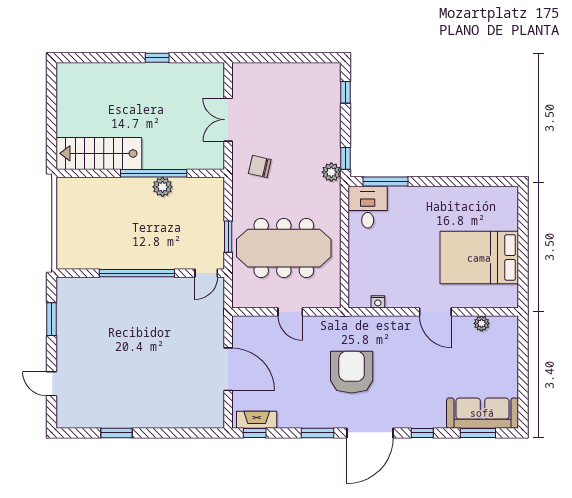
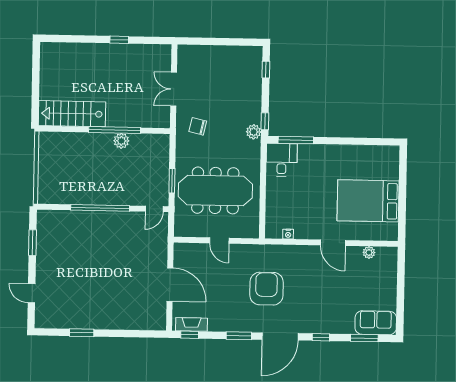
sofa: (482, 413) -> (376, 323), width x0.73

